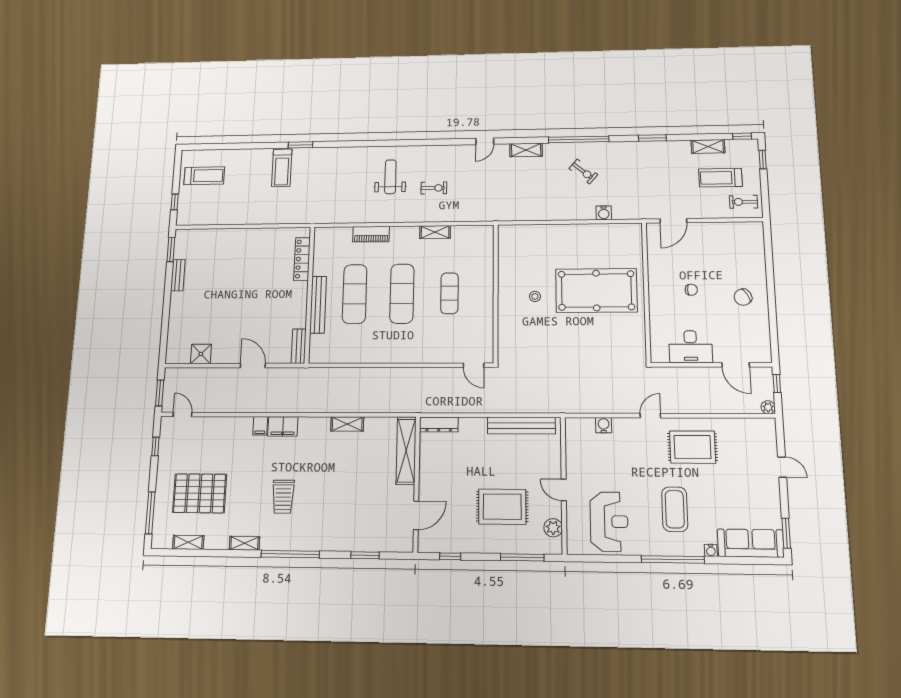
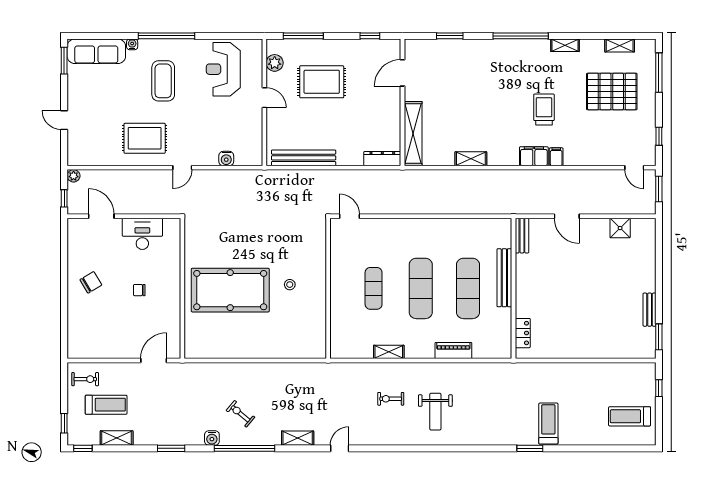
water cooler: (604, 213) -> (212, 438), moved, turned 180
locker: (302, 259) -> (523, 333), width x0.66
trolley: (283, 497) -> (544, 109), moved

